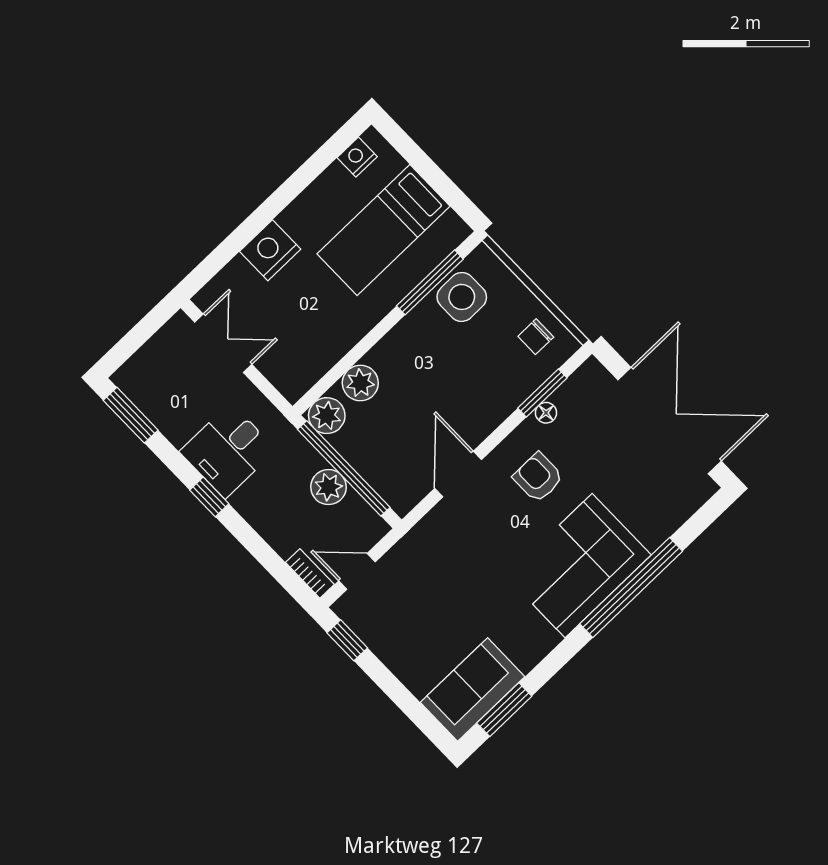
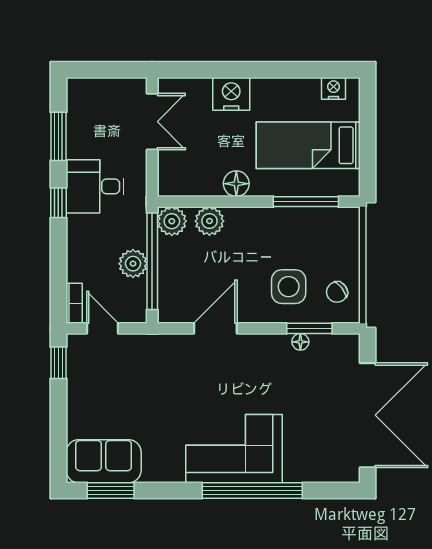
side table: (462, 297) -> (289, 287), moved
floor lamp: (352, 326) -> (236, 184), added
chair: (536, 337) -> (337, 292), turned -37
window: (131, 415) -> (58, 136), moved
armchair: (538, 477) -> (260, 375), removed

